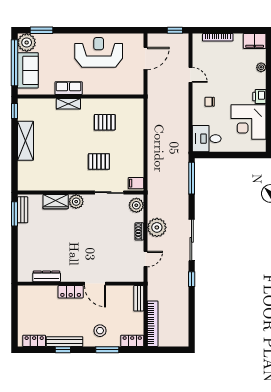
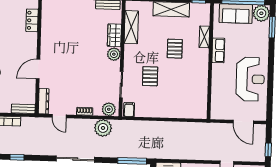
shelving: (68, 104) -> (204, 37), moved
pallet: (105, 122) -> (175, 49), moved
shelving: (46, 183) -> (131, 27), added
plant: (157, 227) -> (103, 128), moved
dresser: (47, 276) -> (44, 101), moved
window: (192, 279) -> (17, 157), moved
locker: (71, 292) -> (32, 20), moved

